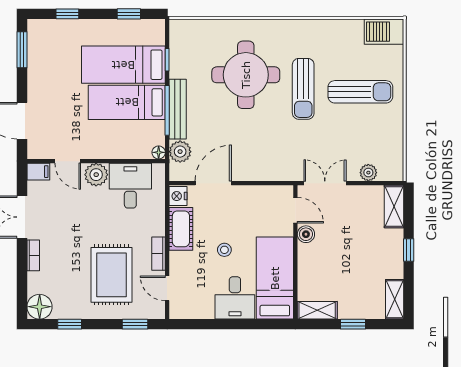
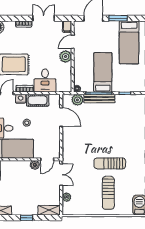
window: (22, 50) -> (118, 18), moved
bed: (123, 65) -> (129, 42), moved, turned 180
round table: (246, 75) -> (117, 134), removed
desk: (130, 186) -> (45, 80), moved, turned 90
nightstand: (178, 196) -> (21, 99), moved

